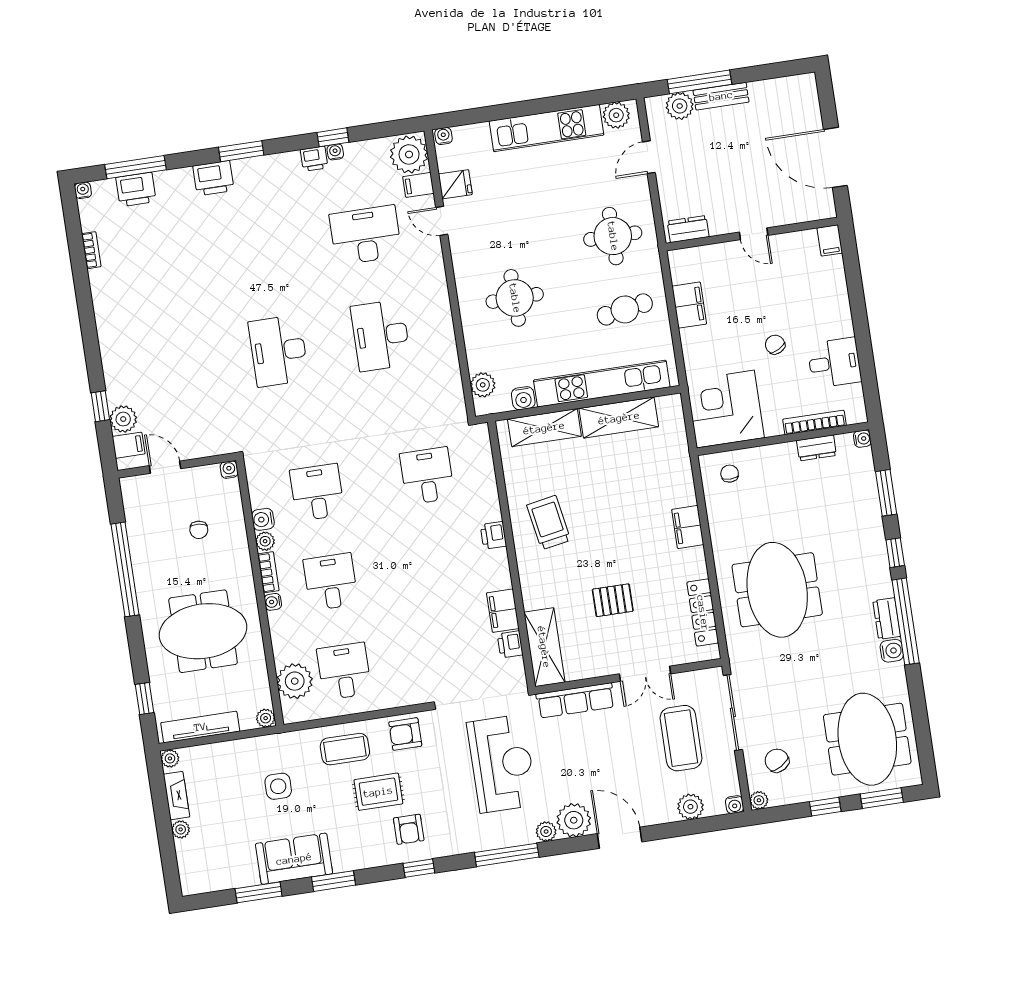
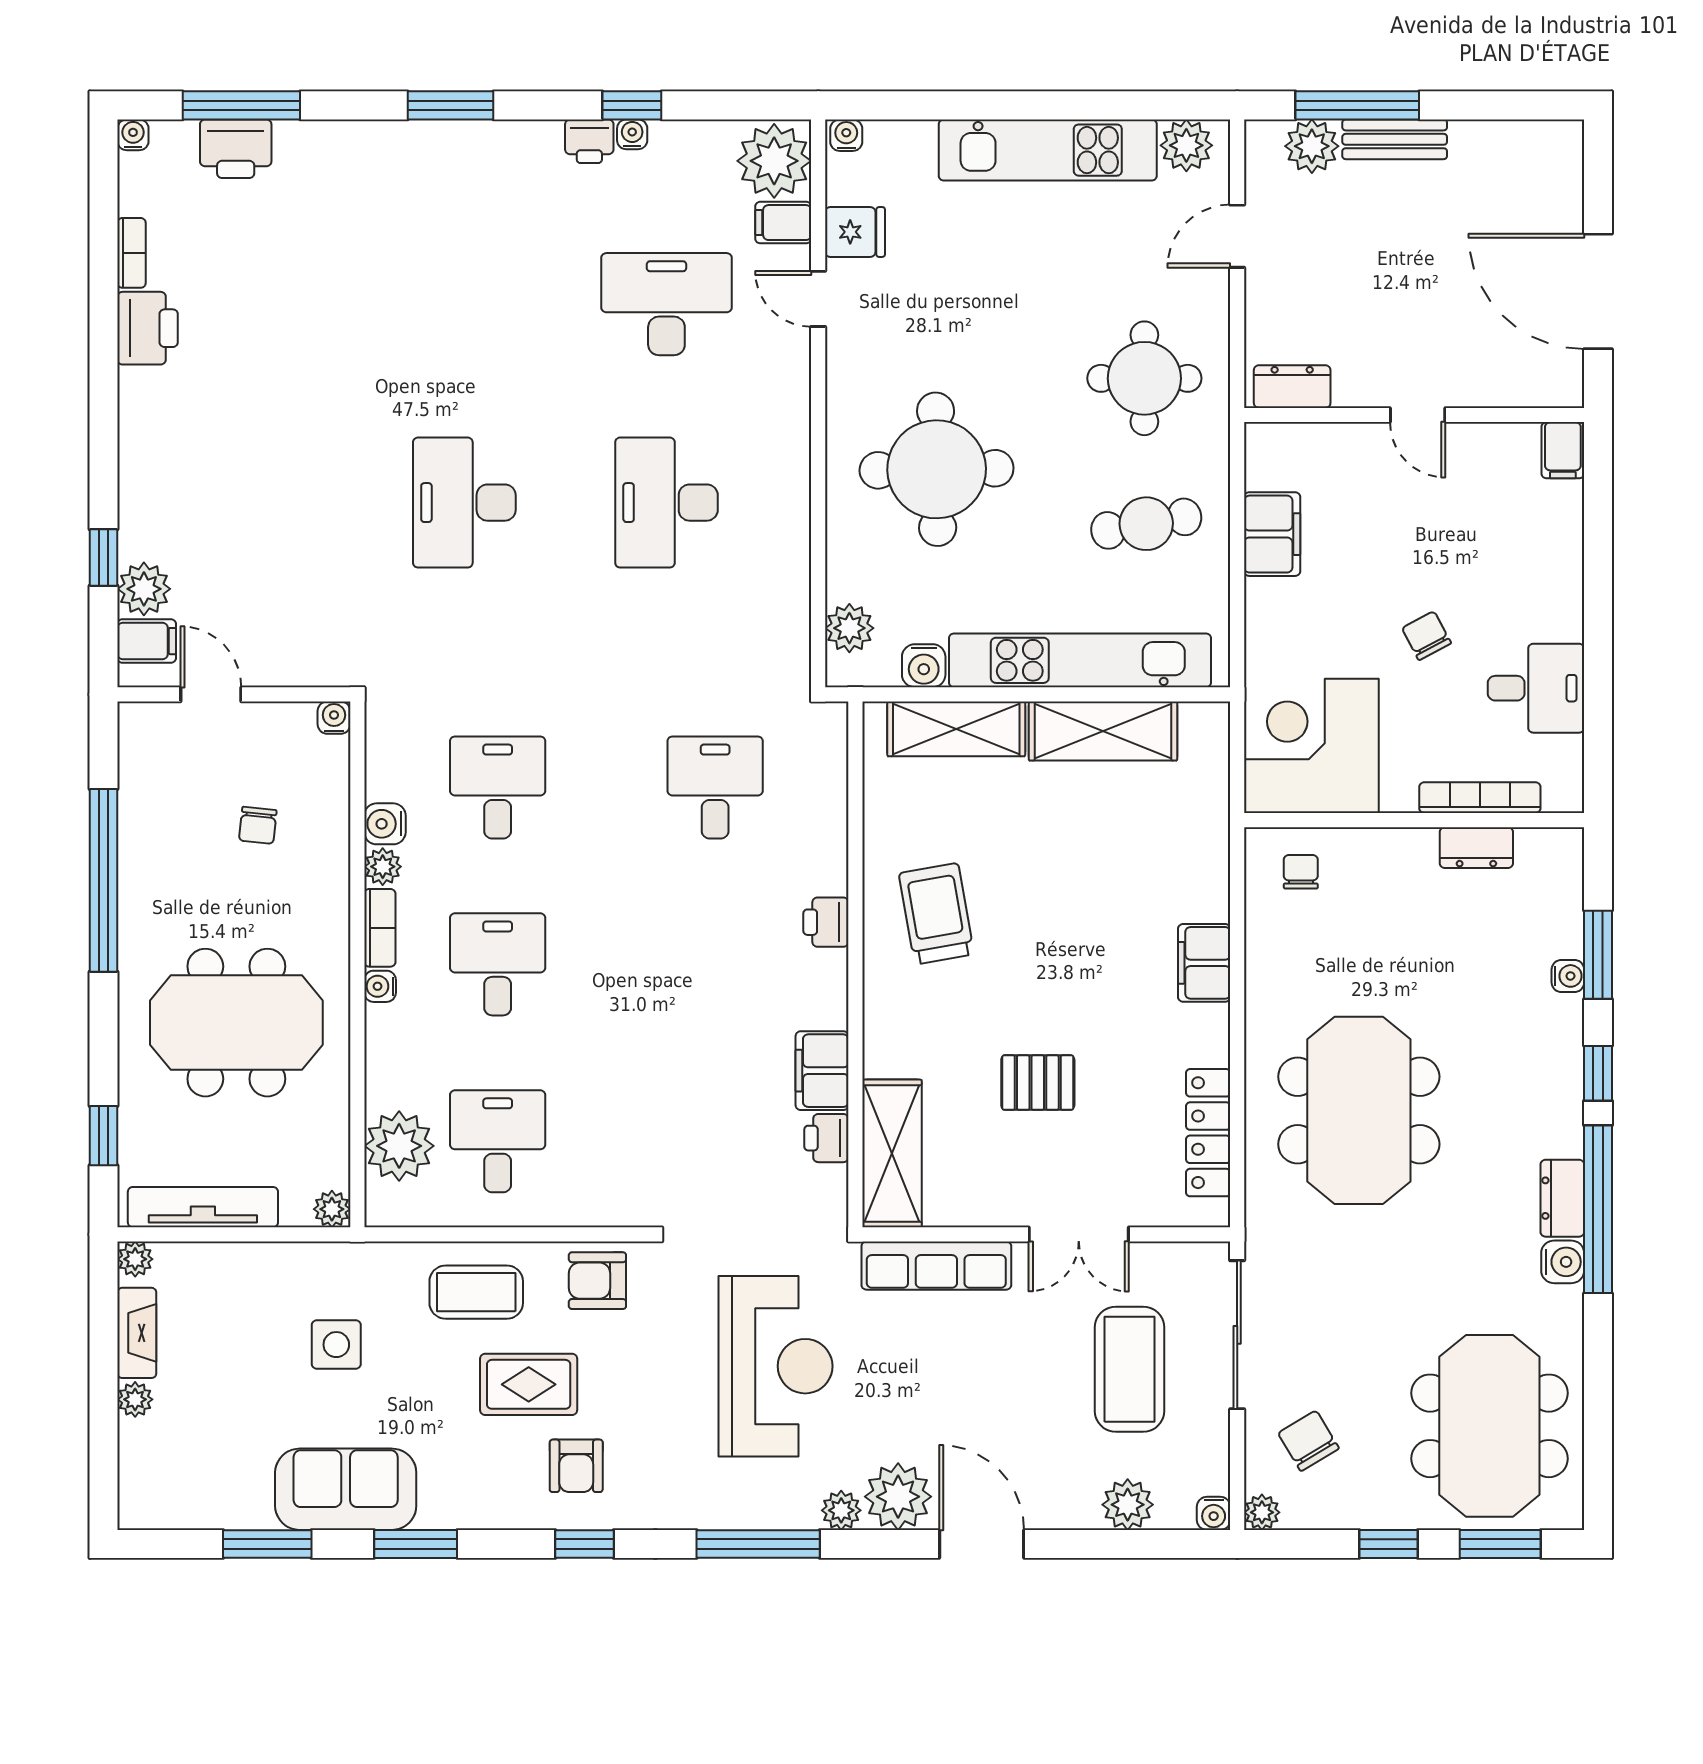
printer: (213, 178) -> (148, 328), moved, turned -90
round table: (515, 298) -> (937, 469), width x1.36, depth x1.36
water cooler: (862, 439) -> (1568, 976), moved

